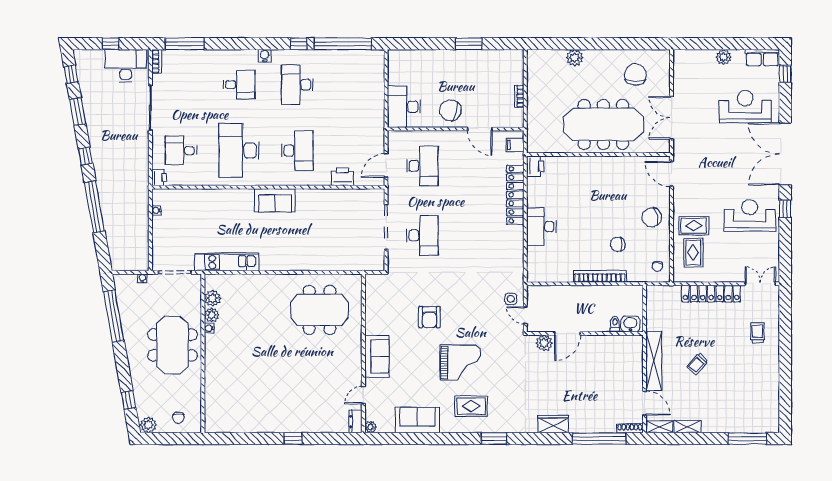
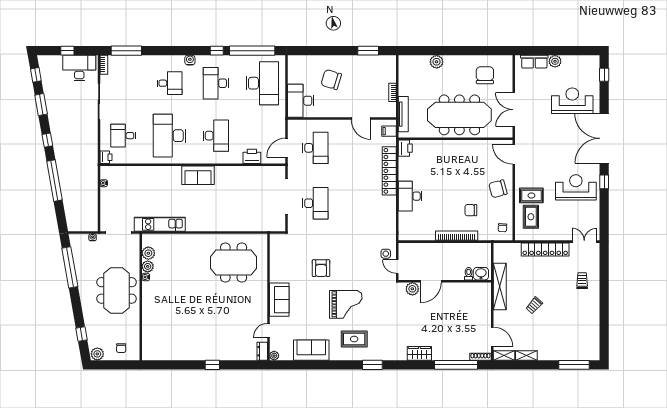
window: (469, 44) -> (368, 51), moved
row of seats: (762, 58) -> (534, 62), moved
desk: (356, 85) -> (262, 83), added
chair: (450, 110) -> (331, 79), moved
tv unit: (533, 124) -> (403, 114), added
shelving: (654, 361) -> (500, 287), moved

